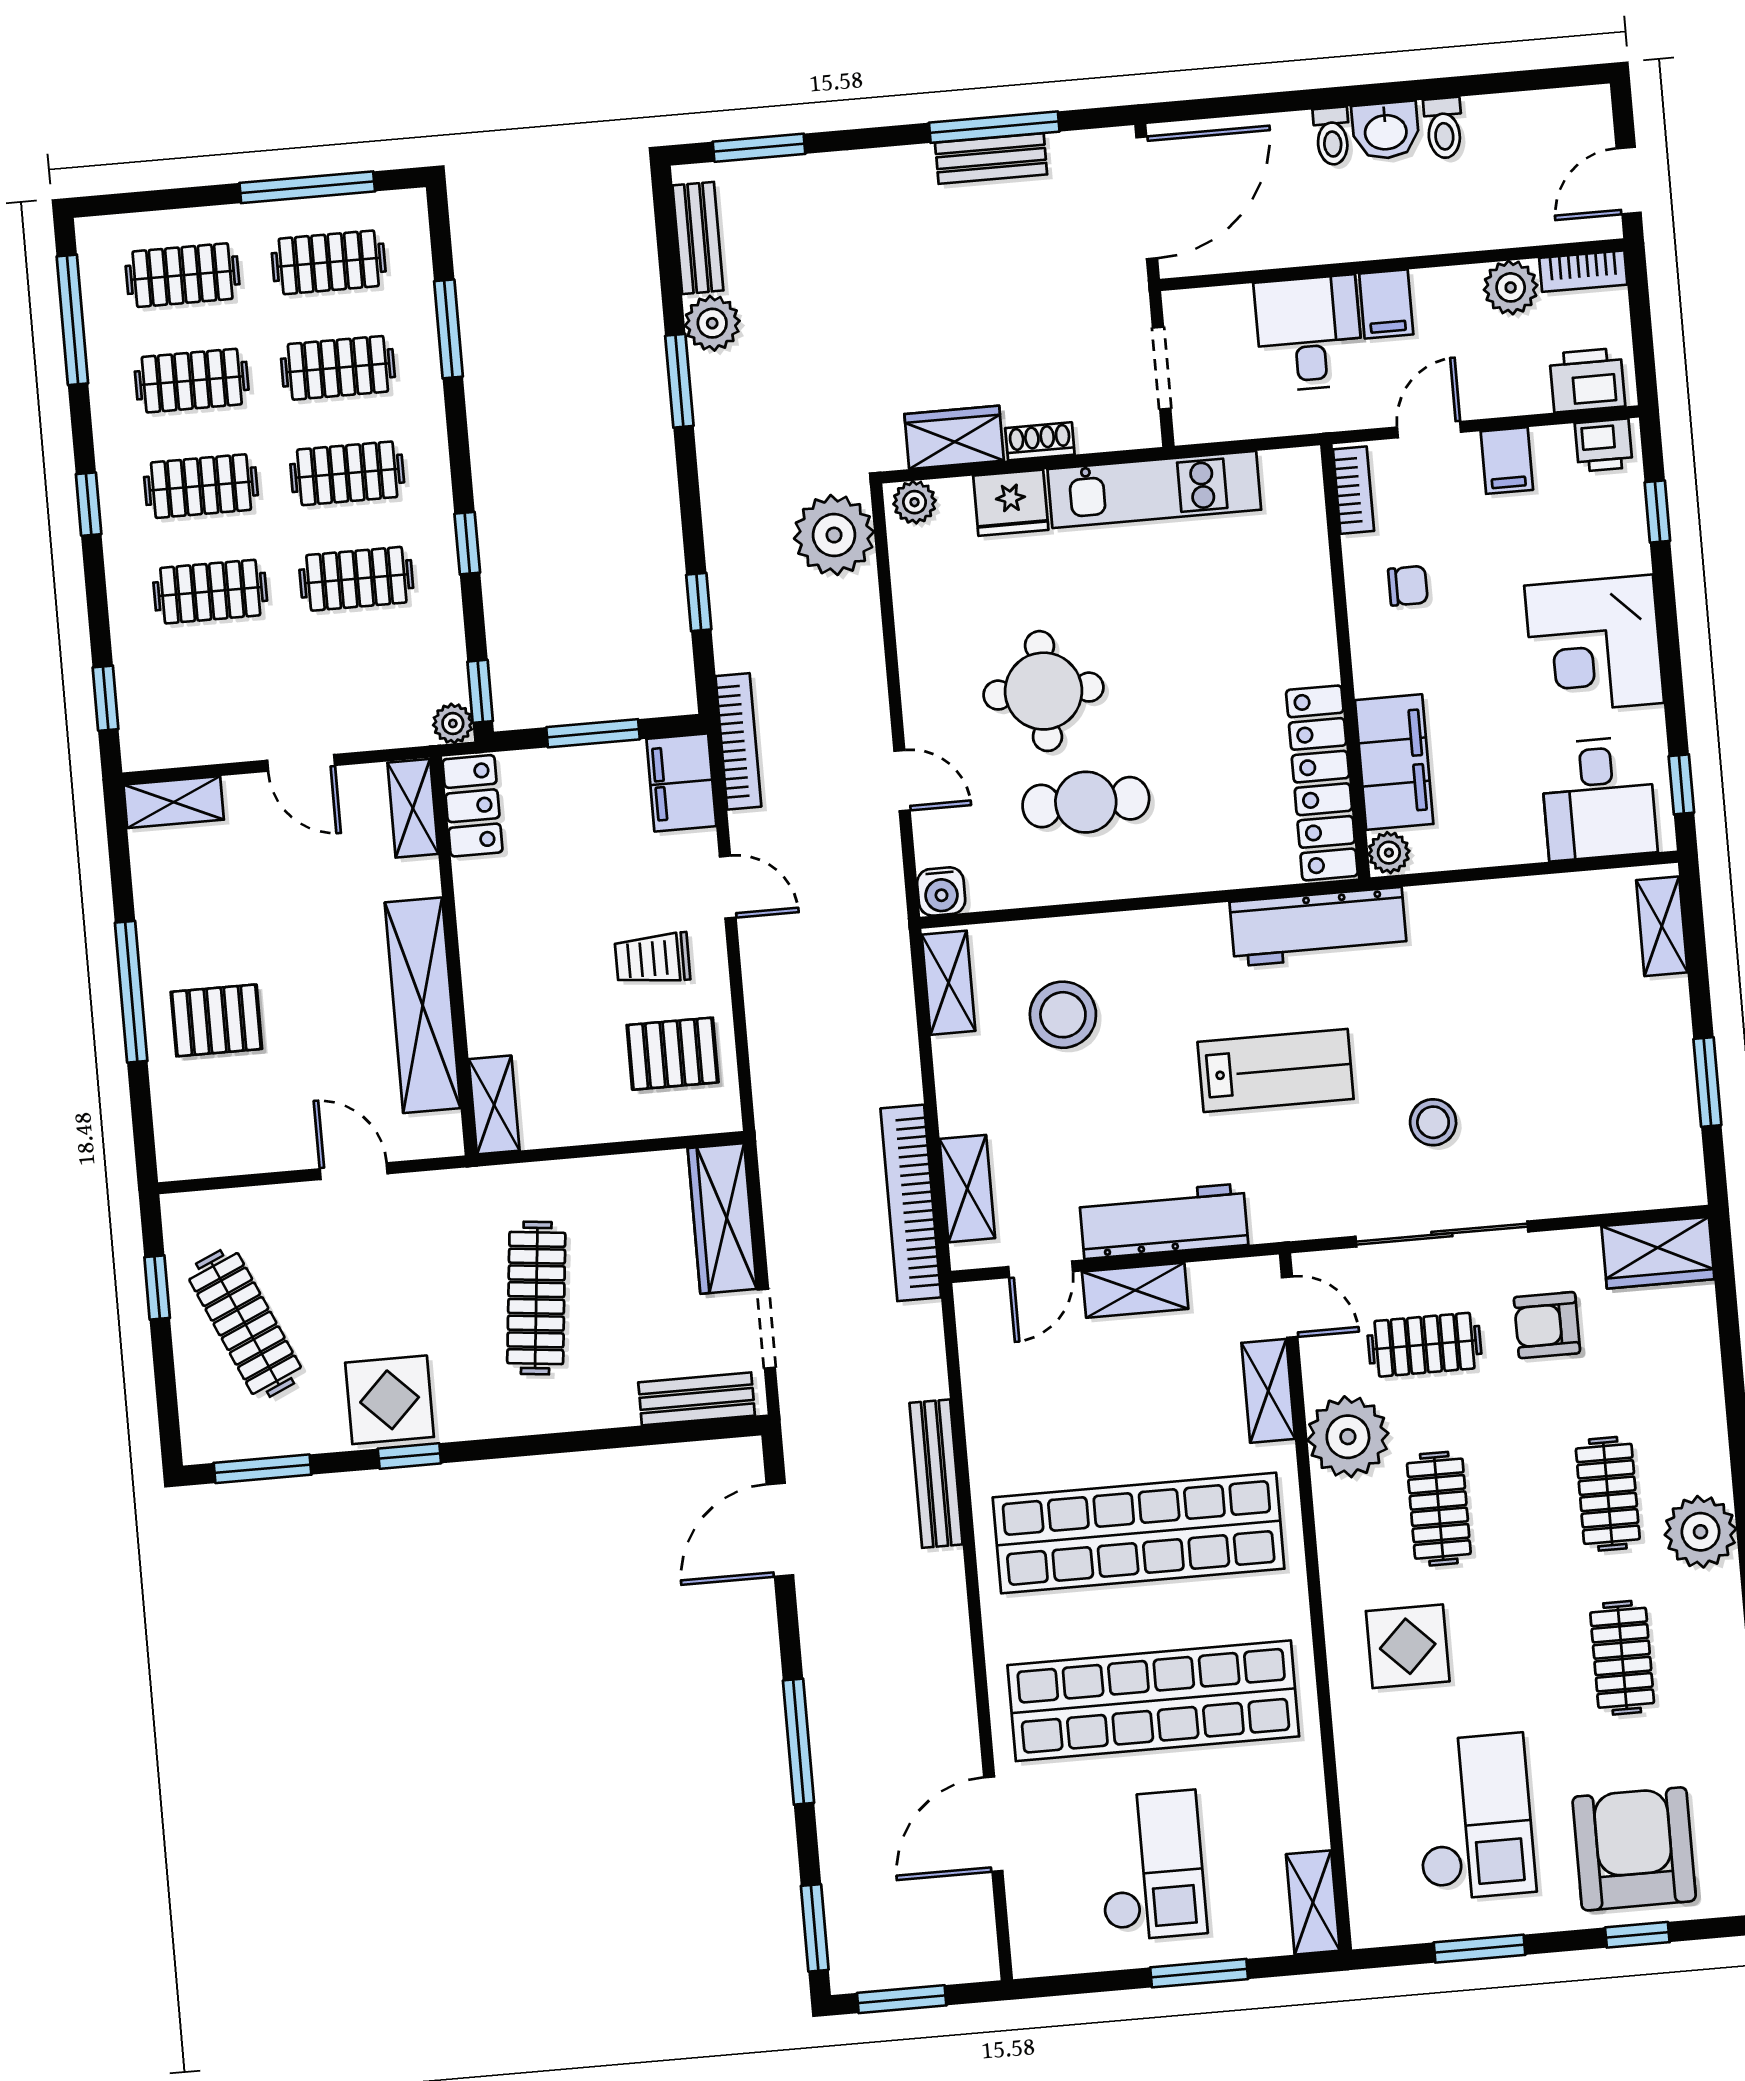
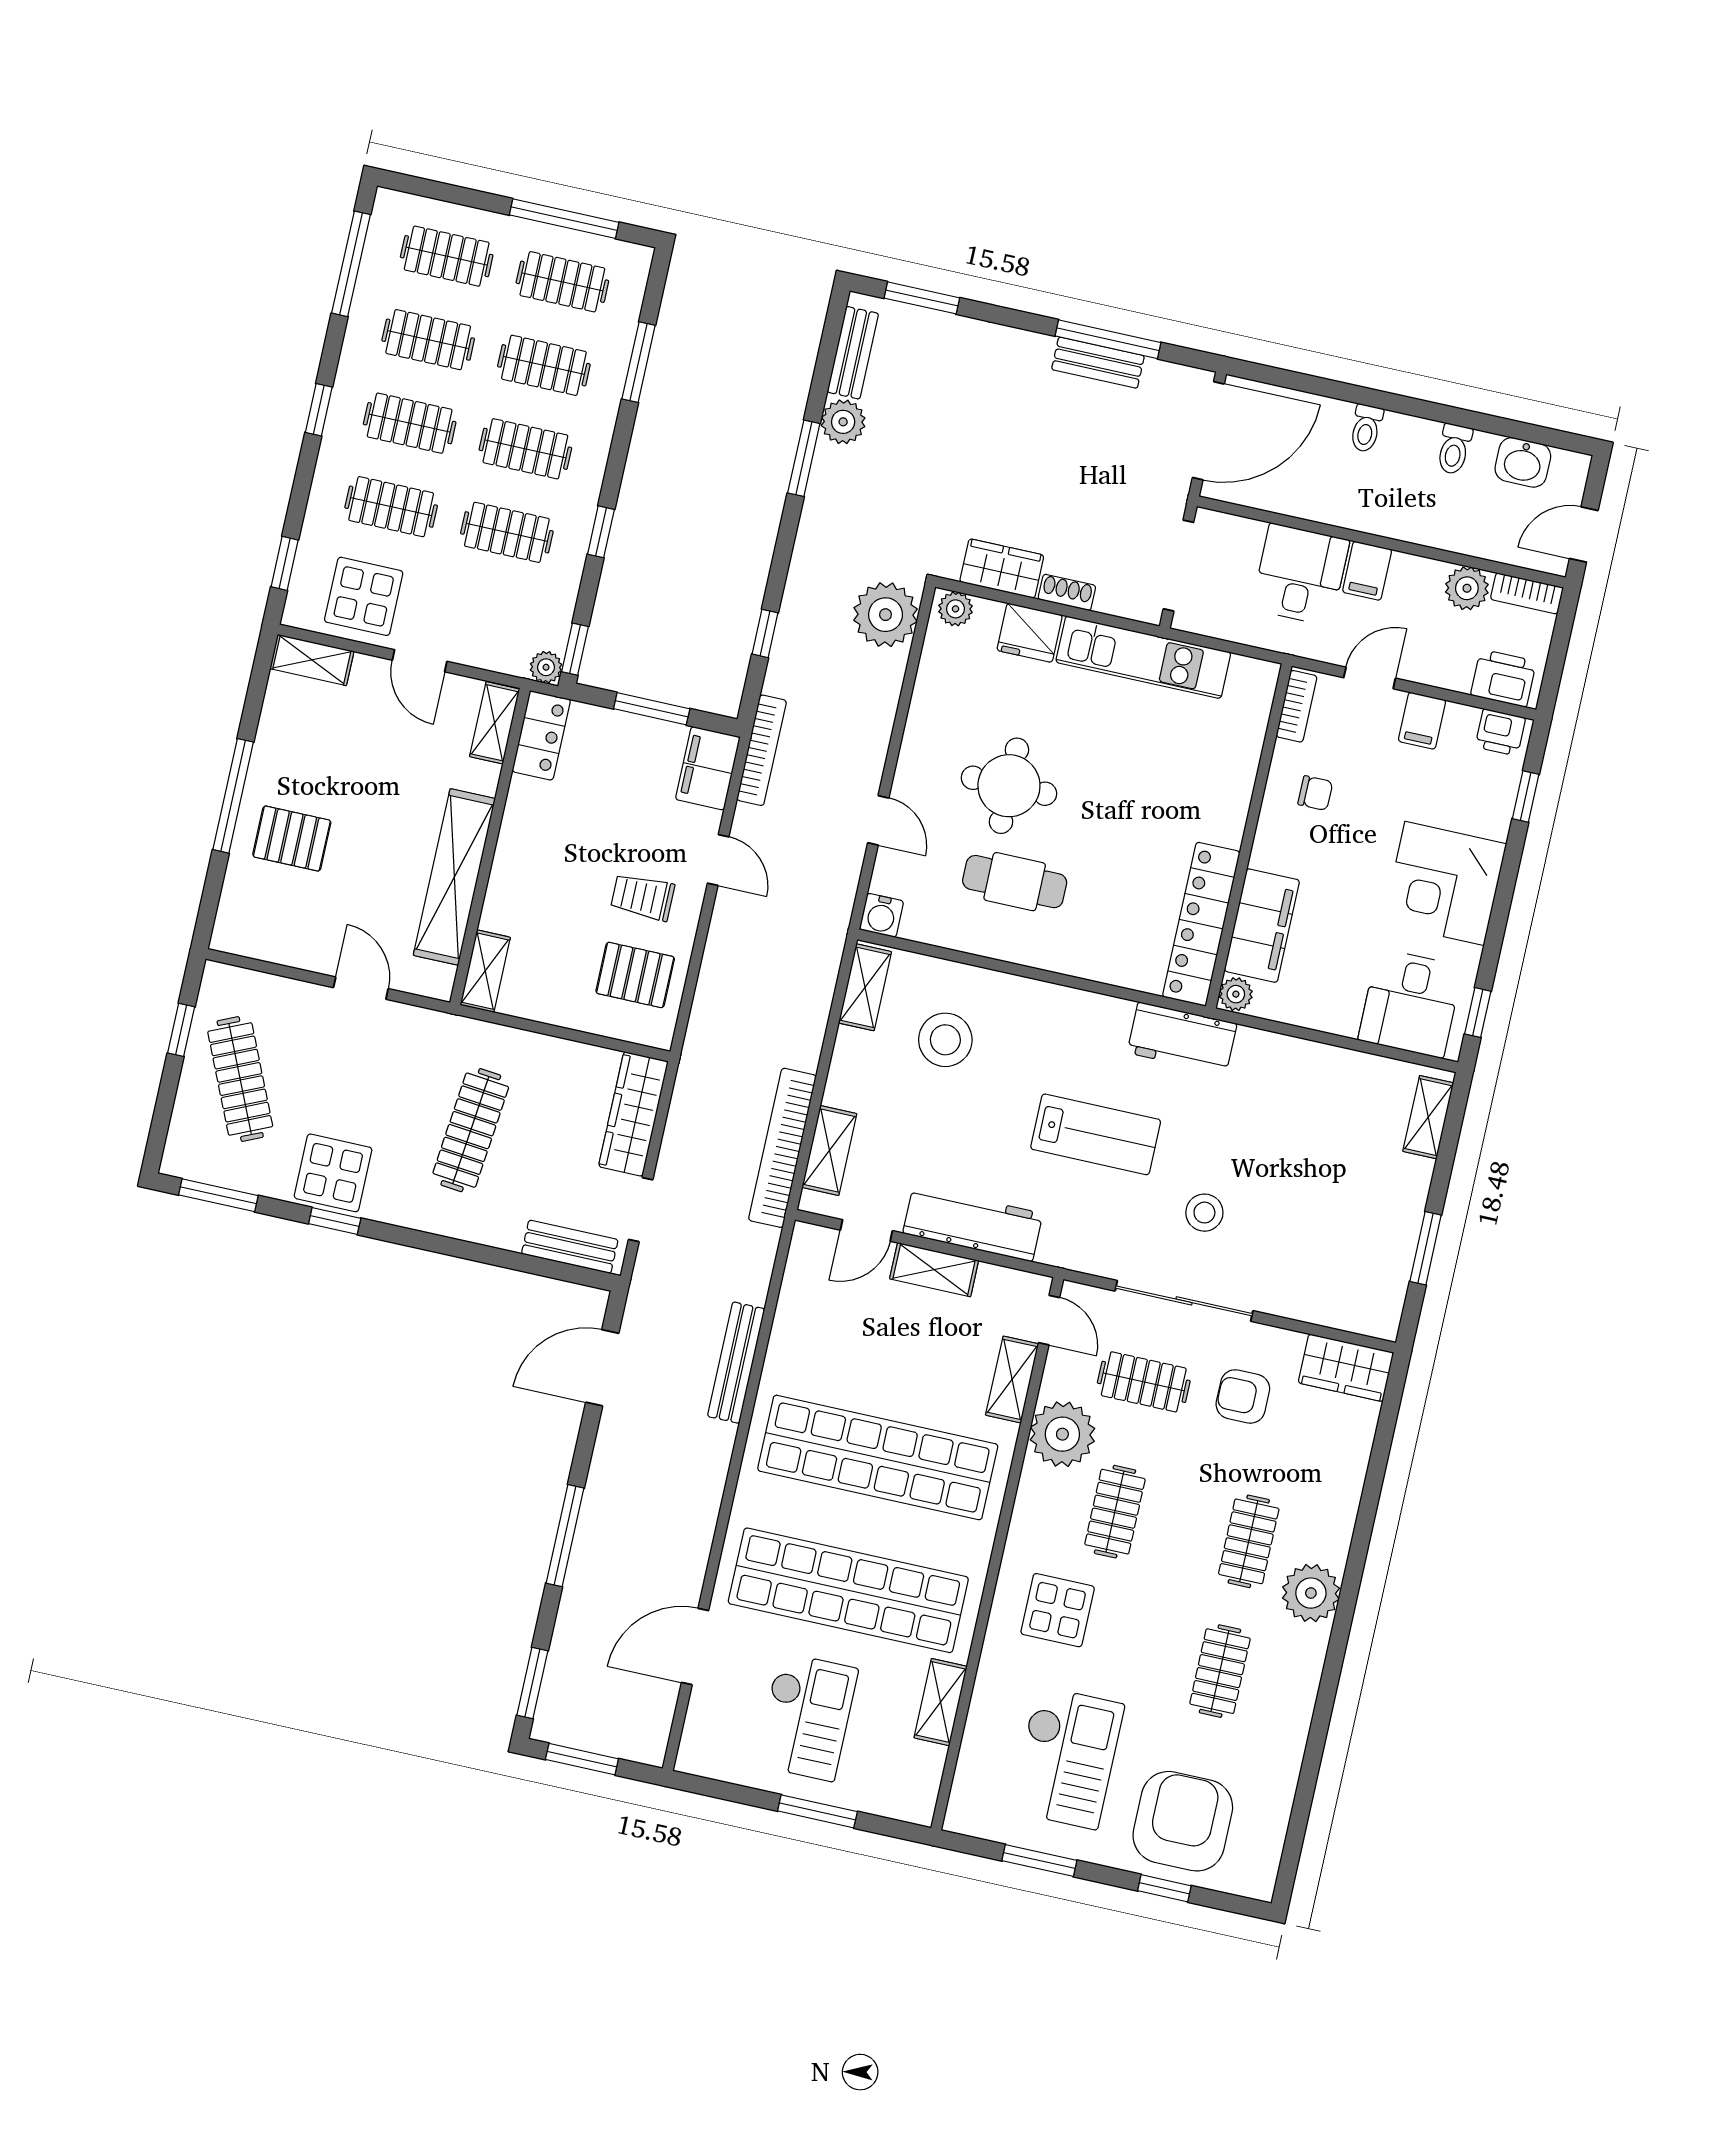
washbasin: (1386, 131) -> (1523, 462), moved
doorway: (1162, 368) -> (1178, 566), width x1.38
display table: (211, 708) -> (364, 596), added
workbench: (1318, 927) -> (1182, 1038), width x0.73
shelving: (1313, 1902) -> (941, 1702), moved

